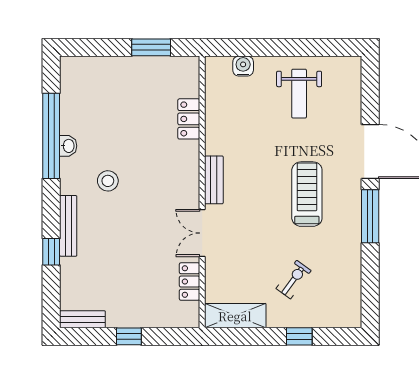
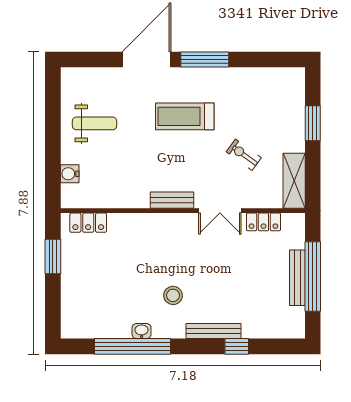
locker: (189, 119) -> (88, 223), moved
exercise bike: (294, 279) -> (244, 155), moved
bench: (82, 319) -> (297, 278), moved, width x1.36
window: (129, 336) -> (313, 276), width x3.17
window: (299, 336) -> (313, 123), width x1.50

